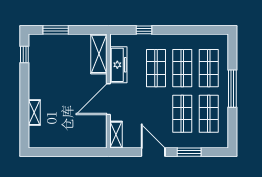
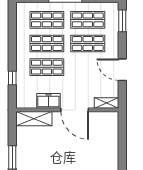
freezer: (118, 65) -> (48, 101), width x0.71
door: (153, 152) -> (122, 70), hinge flipped
window: (189, 152) -> (122, 21), moved

